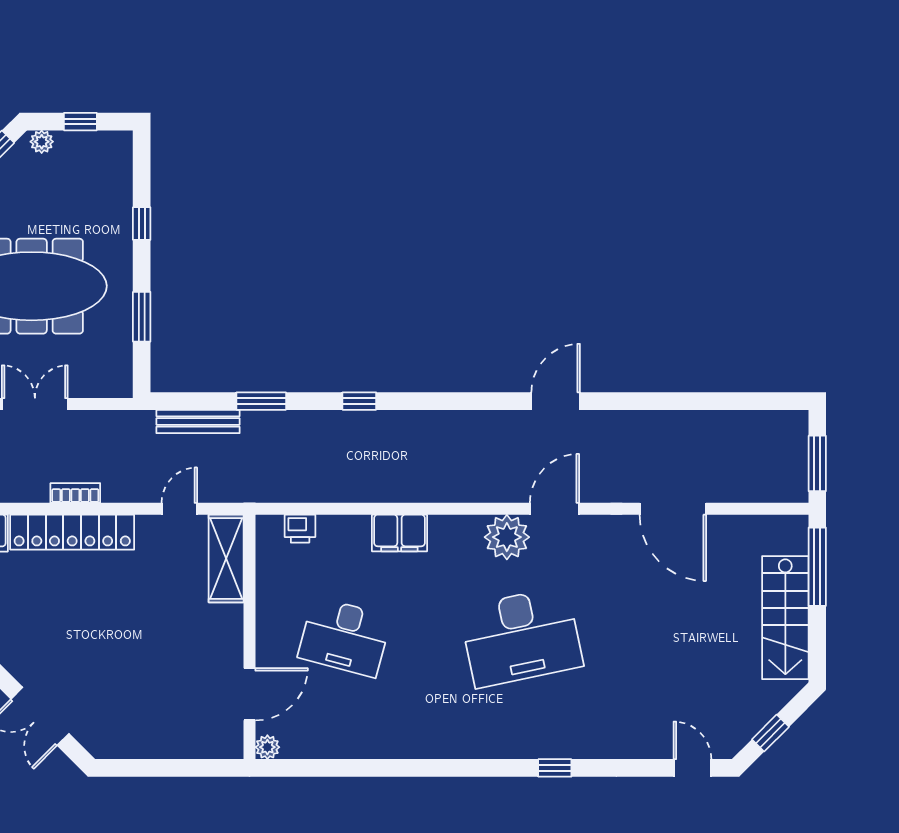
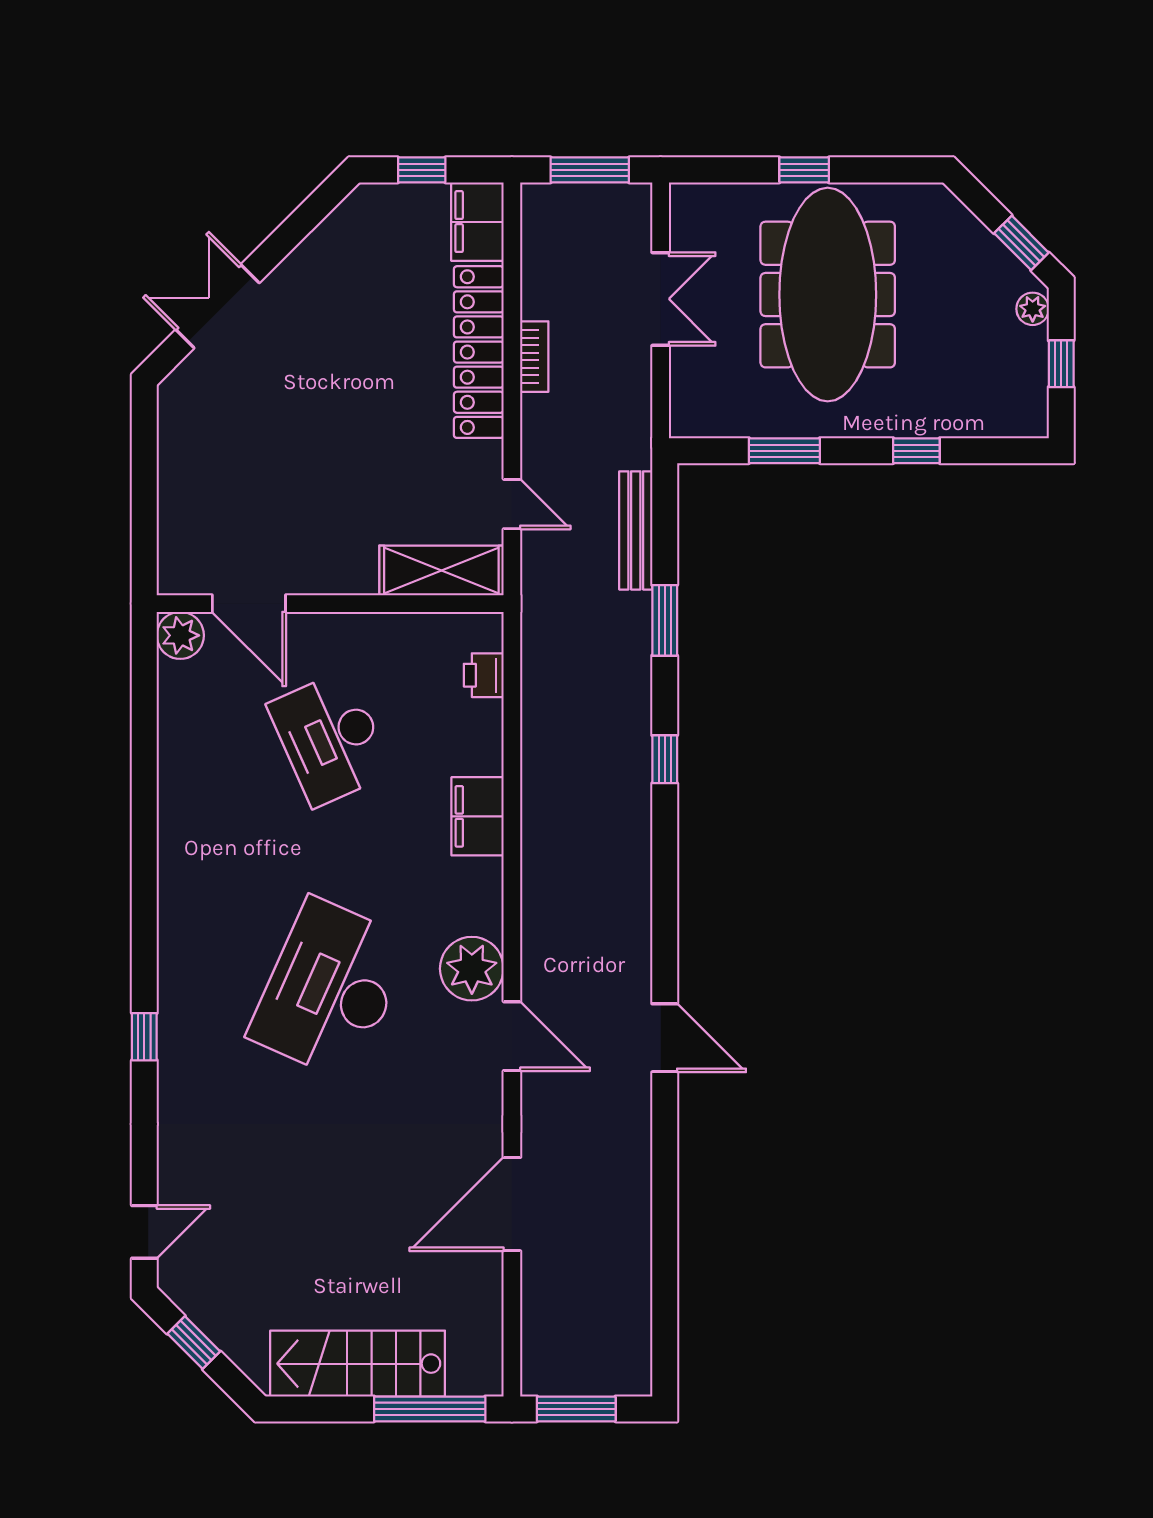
desk: (345, 637) -> (330, 739), turned -39
desk: (521, 637) -> (330, 989), turned 36
plant: (267, 747) -> (180, 635), width x1.38, depth x1.38

